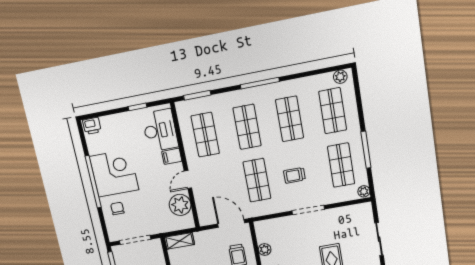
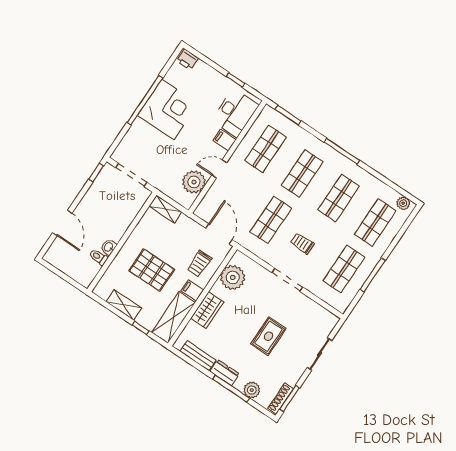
plant: (364, 191) -> (342, 305), removed
chair: (117, 208) -> (143, 138), removed
plant: (265, 250) -> (233, 277), width x1.87, depth x1.87

